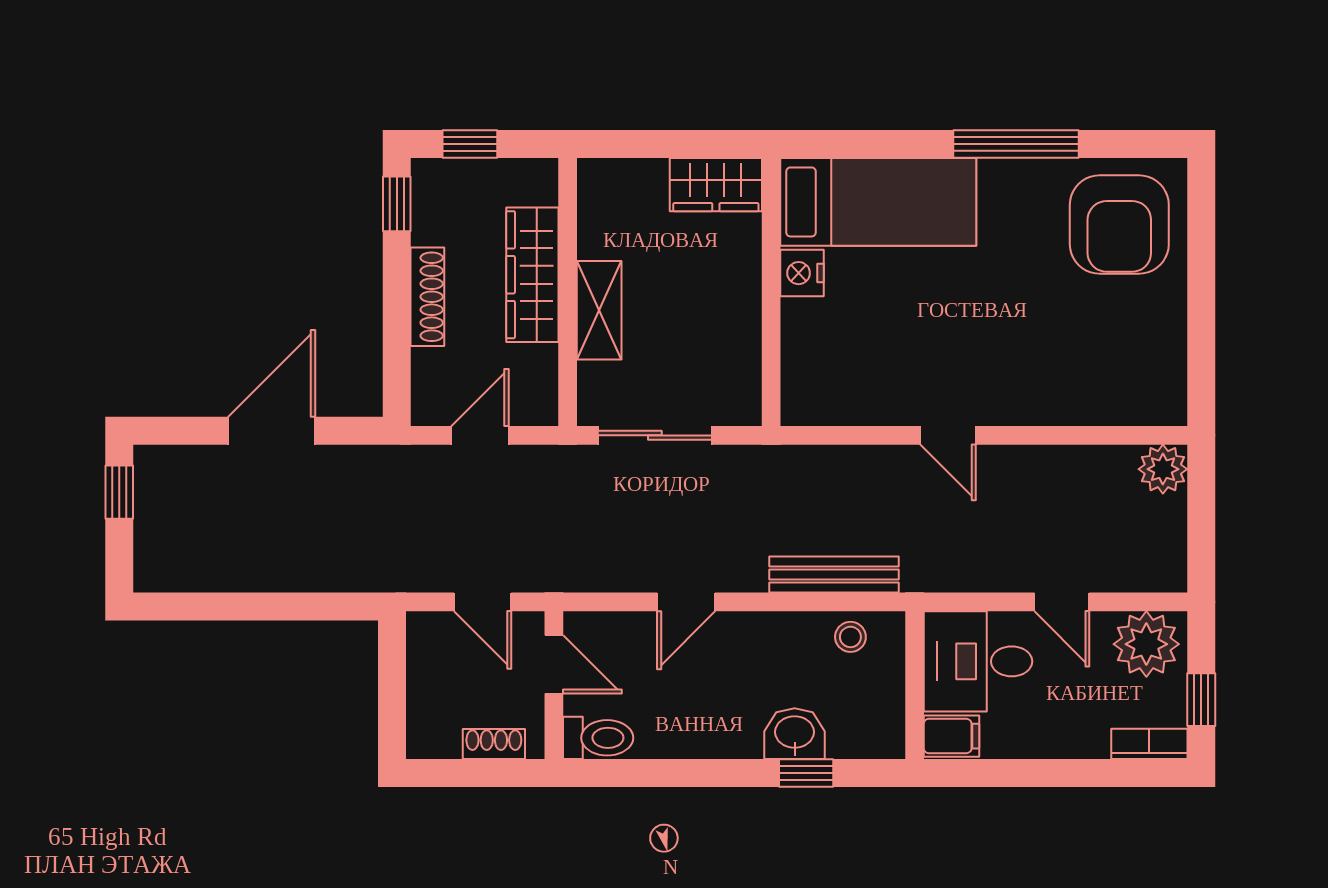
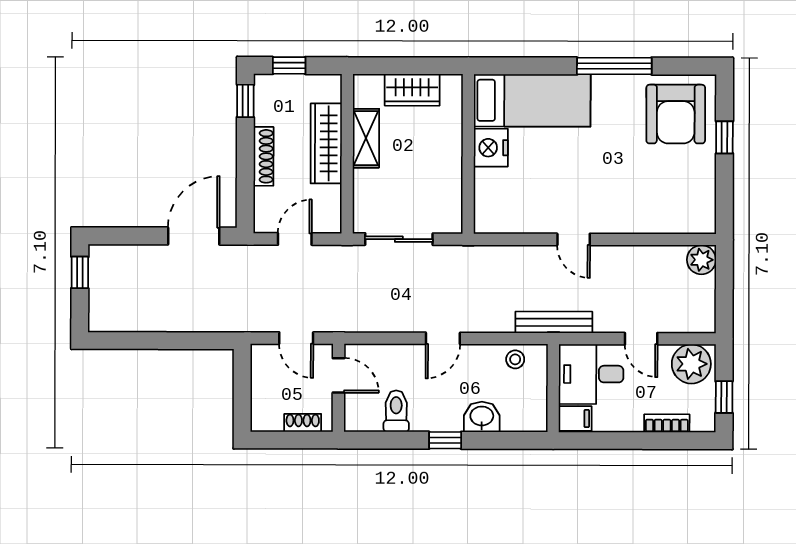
wardrobe: (716, 185) -> (412, 90), moved
window: (1201, 264) -> (724, 137), added
nightstand: (802, 273) -> (491, 148), width x1.36, depth x1.33
shelving: (599, 310) -> (366, 138), moved
door: (272, 431) -> (194, 236), moved
bench: (834, 575) -> (554, 322), moved
door: (686, 602) -> (443, 338), moved
toilet: (598, 738) -> (396, 411), moved, turned -90
bookcase: (1149, 744) -> (667, 423), moved
window: (806, 773) -> (445, 440), moved

